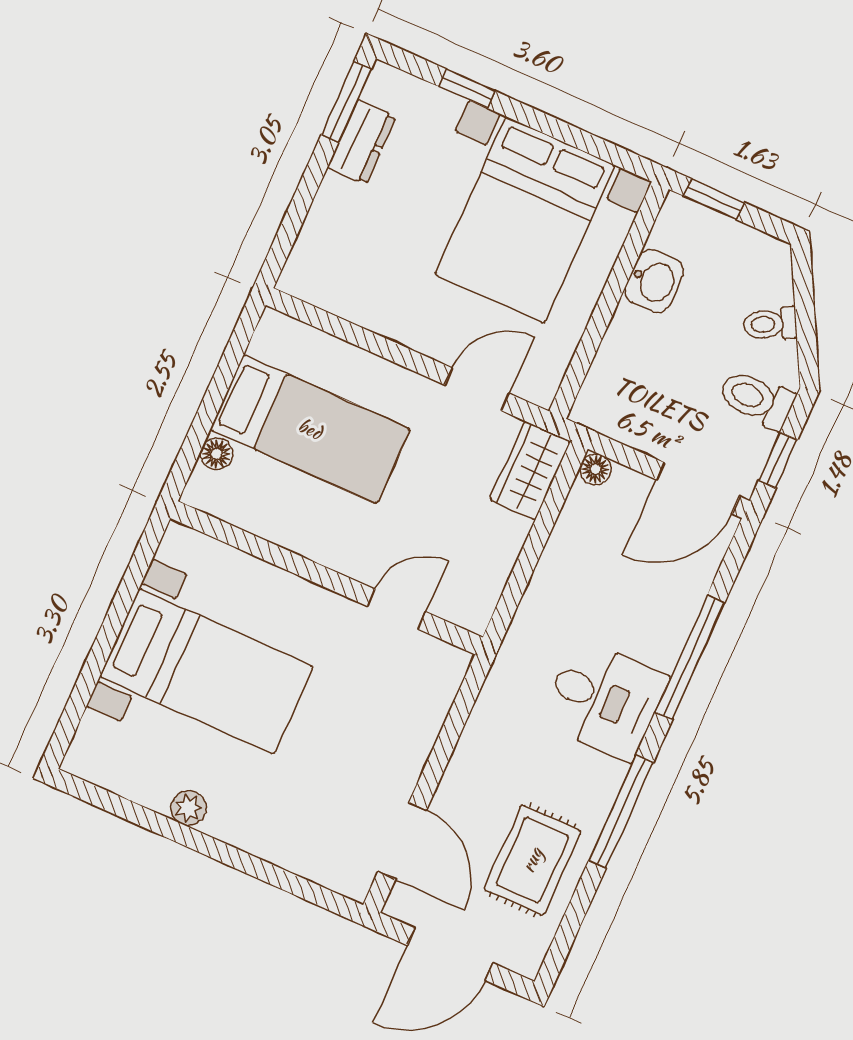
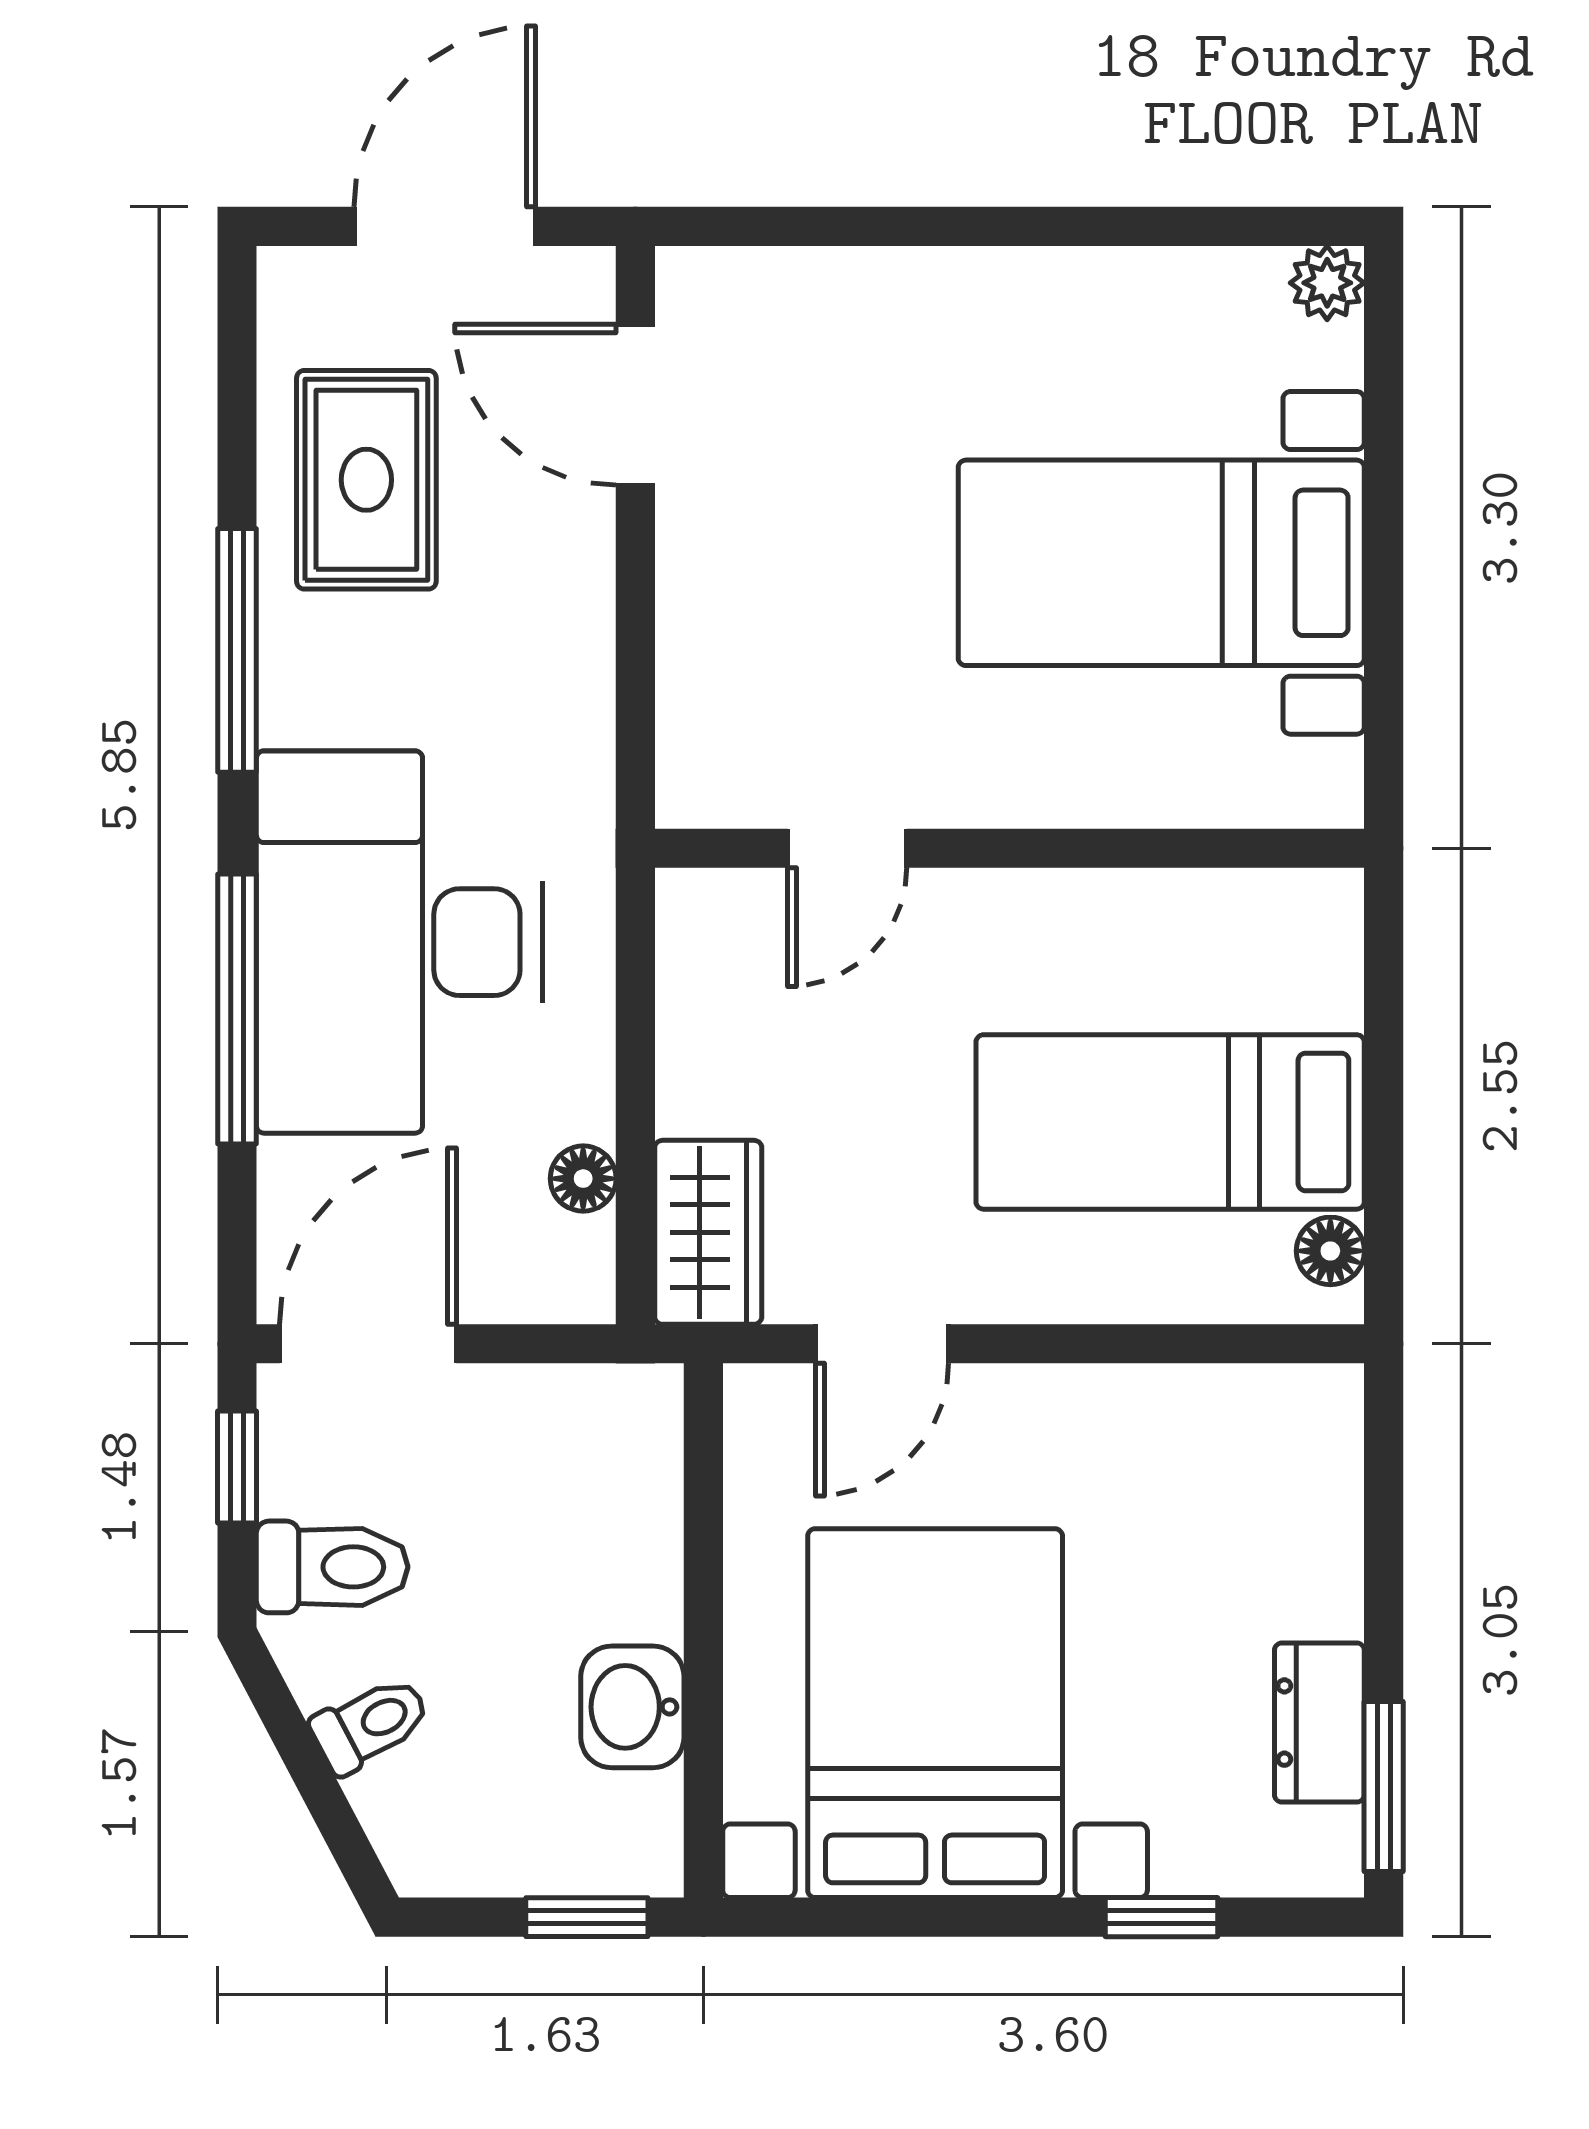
floor lamp: (216, 454) -> (1330, 1251), moved
floor lamp: (595, 469) -> (583, 1179), moved
desk: (604, 700) -> (400, 942), width x1.87, depth x1.30
plant: (189, 808) -> (1327, 283), moved

